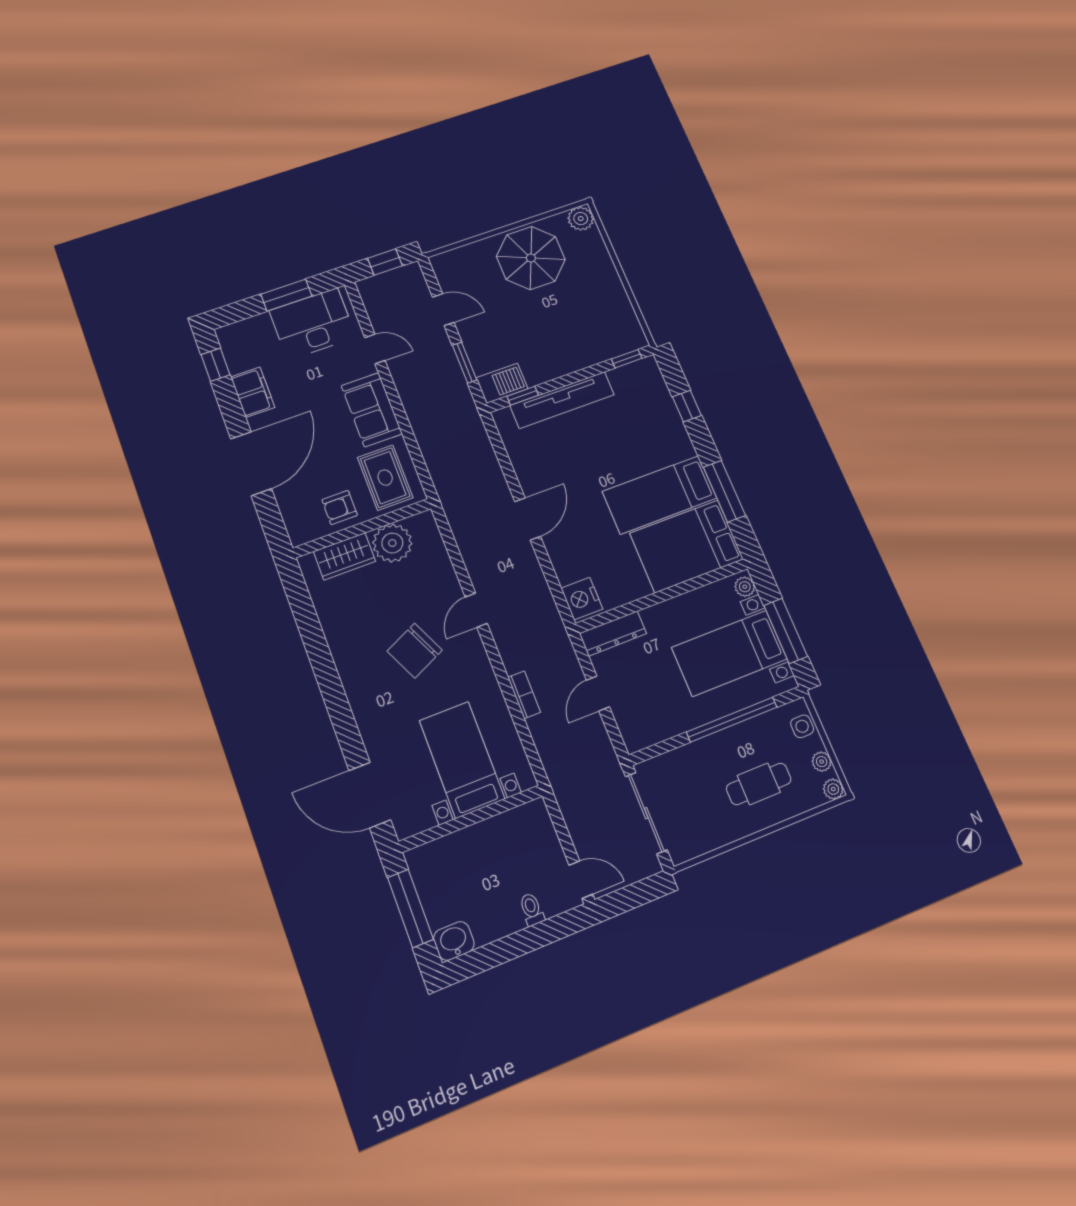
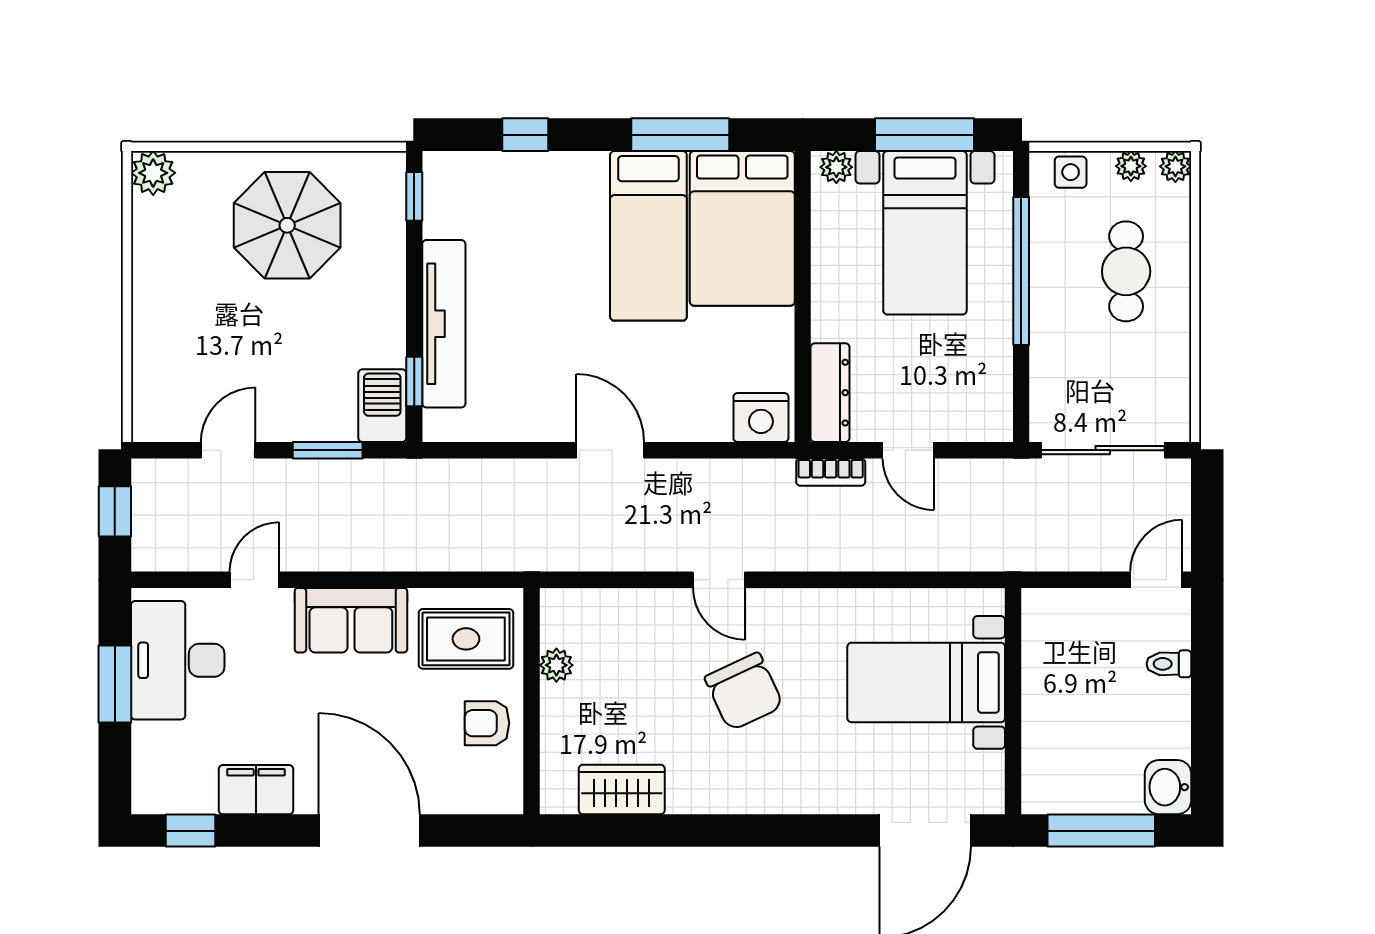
parasol: (531, 258) -> (287, 225), moved
armchair: (340, 508) -> (487, 723), turned 90
plant: (392, 543) -> (556, 665), width x0.53, depth x0.53
wardrobe: (345, 556) -> (622, 789), moved, turned -90
bookcase: (524, 695) -> (831, 472), moved, turned 180

